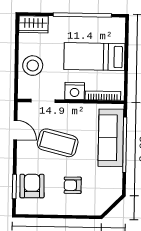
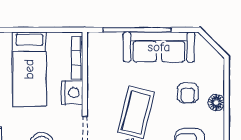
sofa: (111, 138) -> (159, 47), moved
floor lamp: (64, 208) -> (216, 103), added

